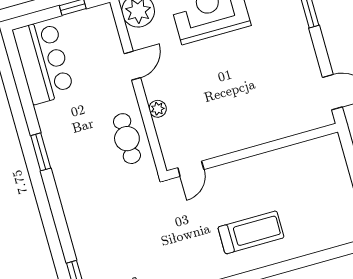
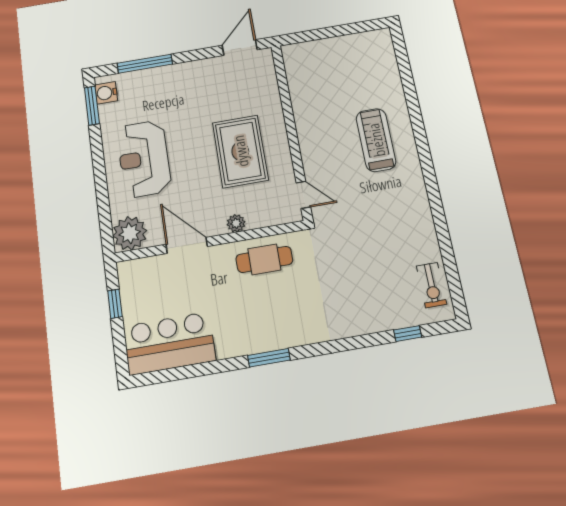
door: (132, 66) -> (187, 245), width x1.38
rug: (227, 105) -> (240, 151), added

